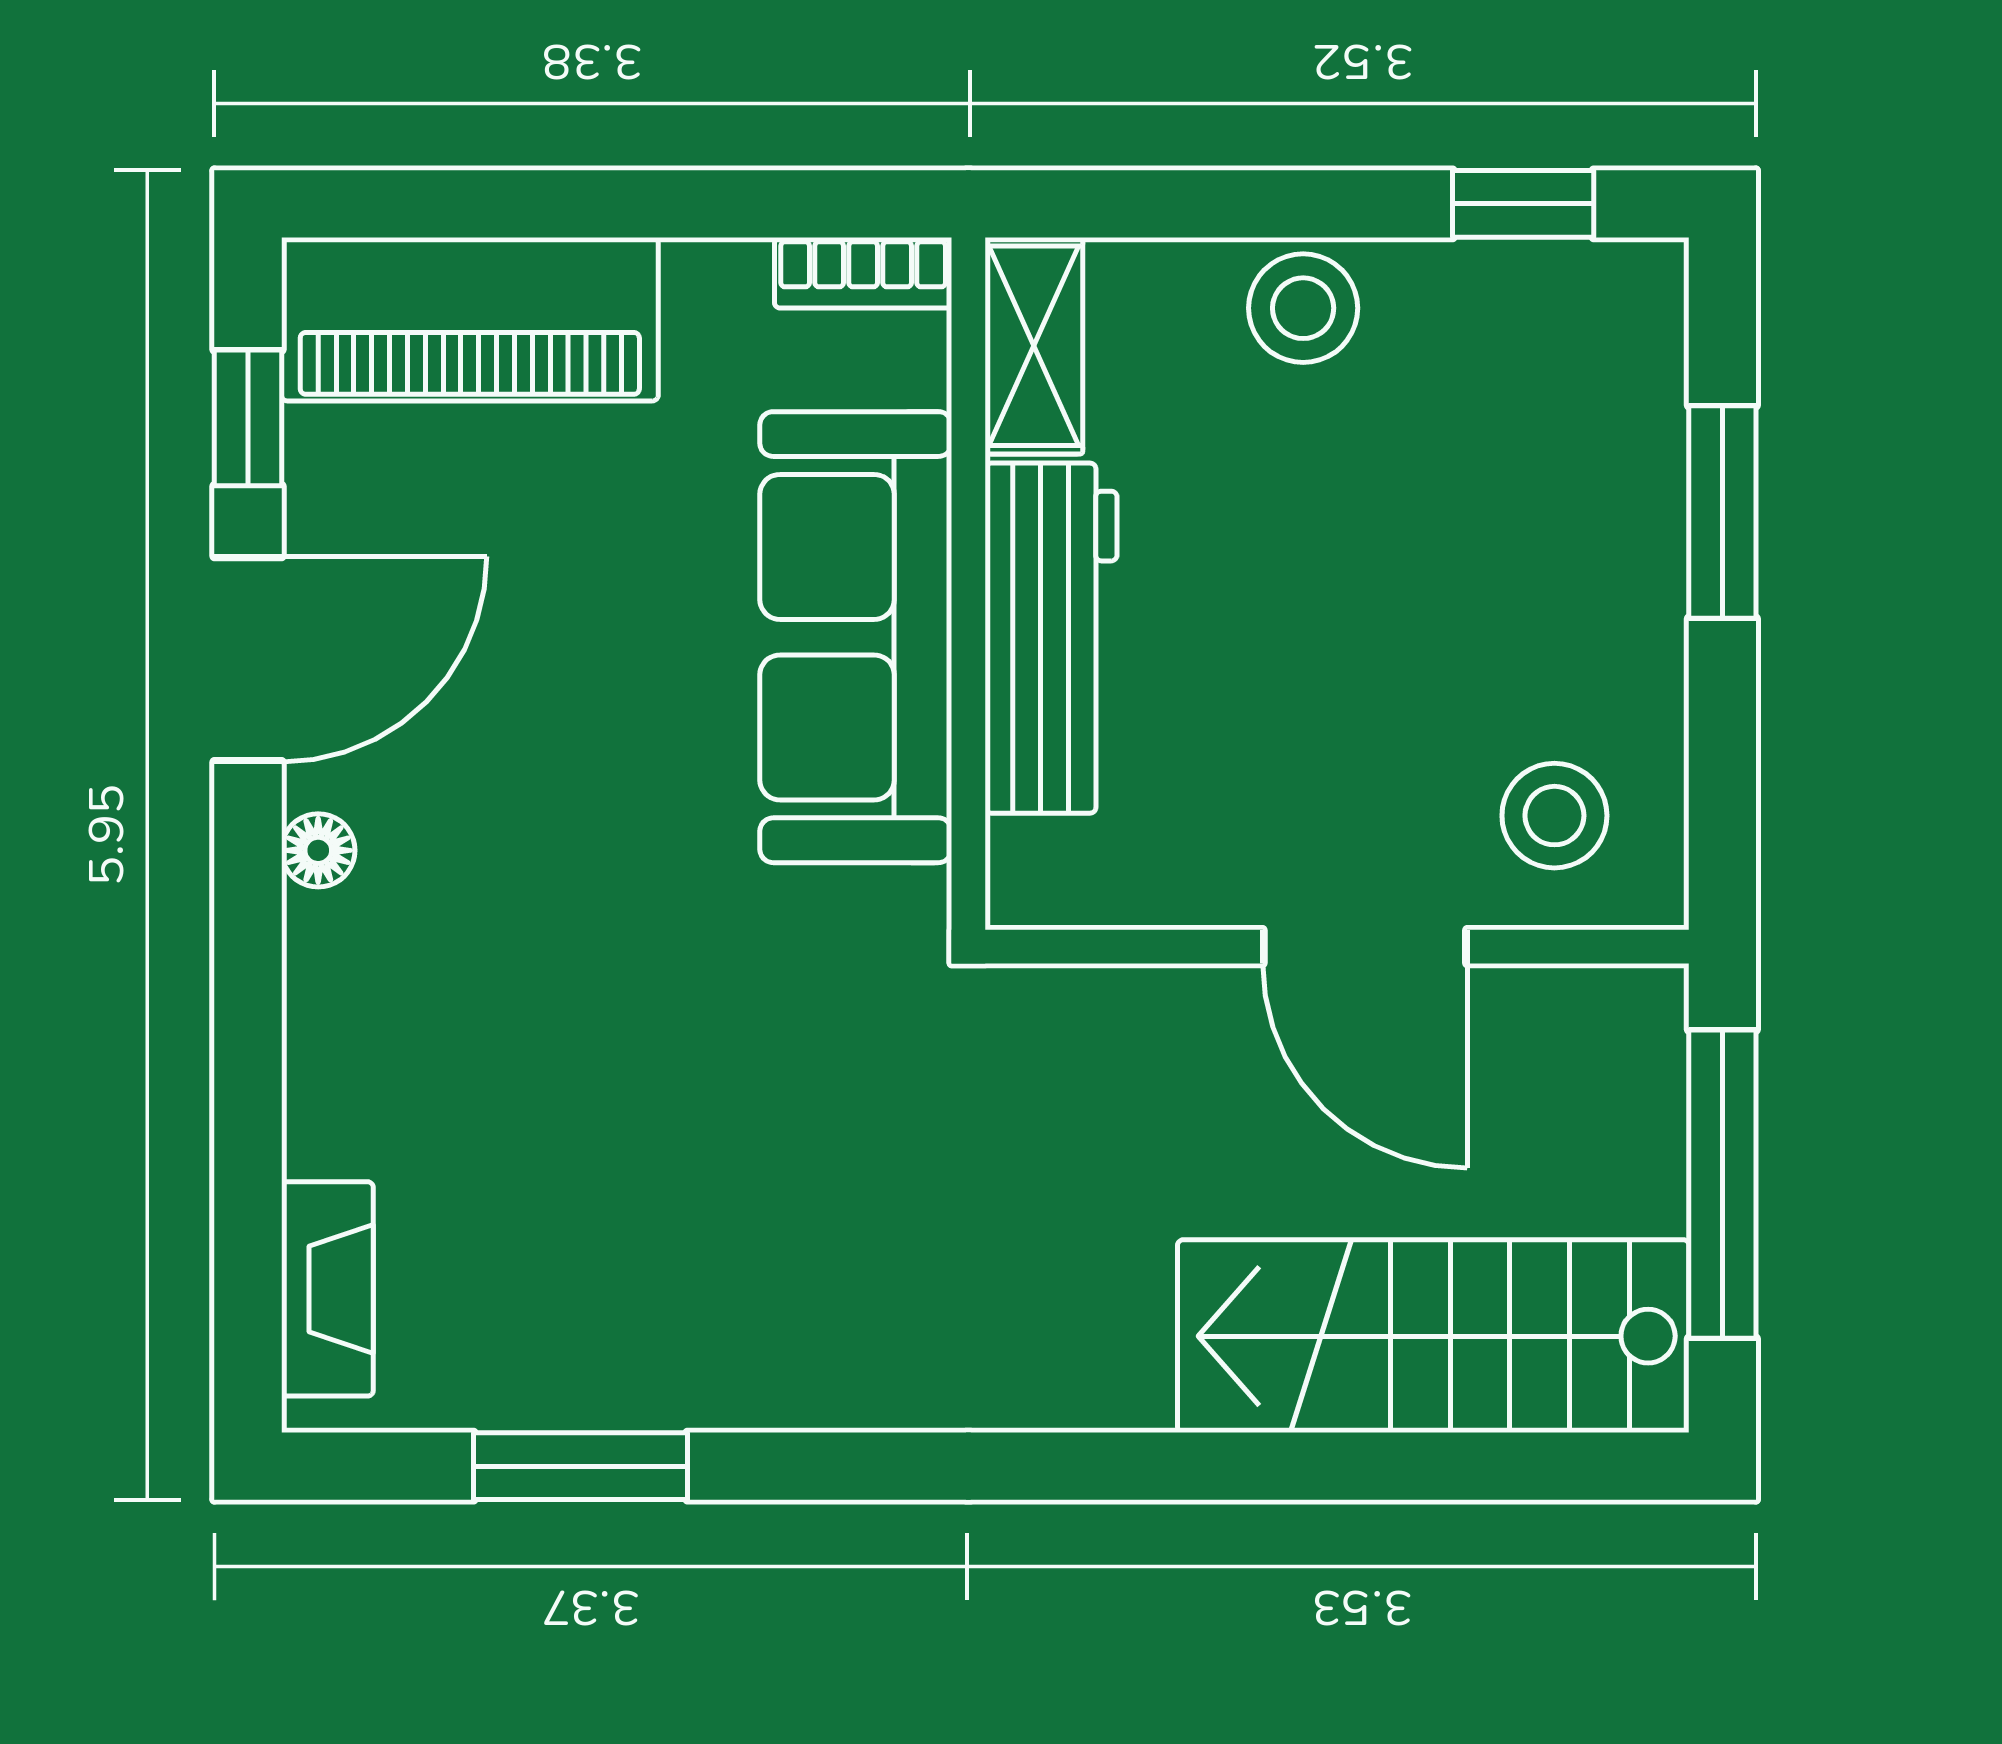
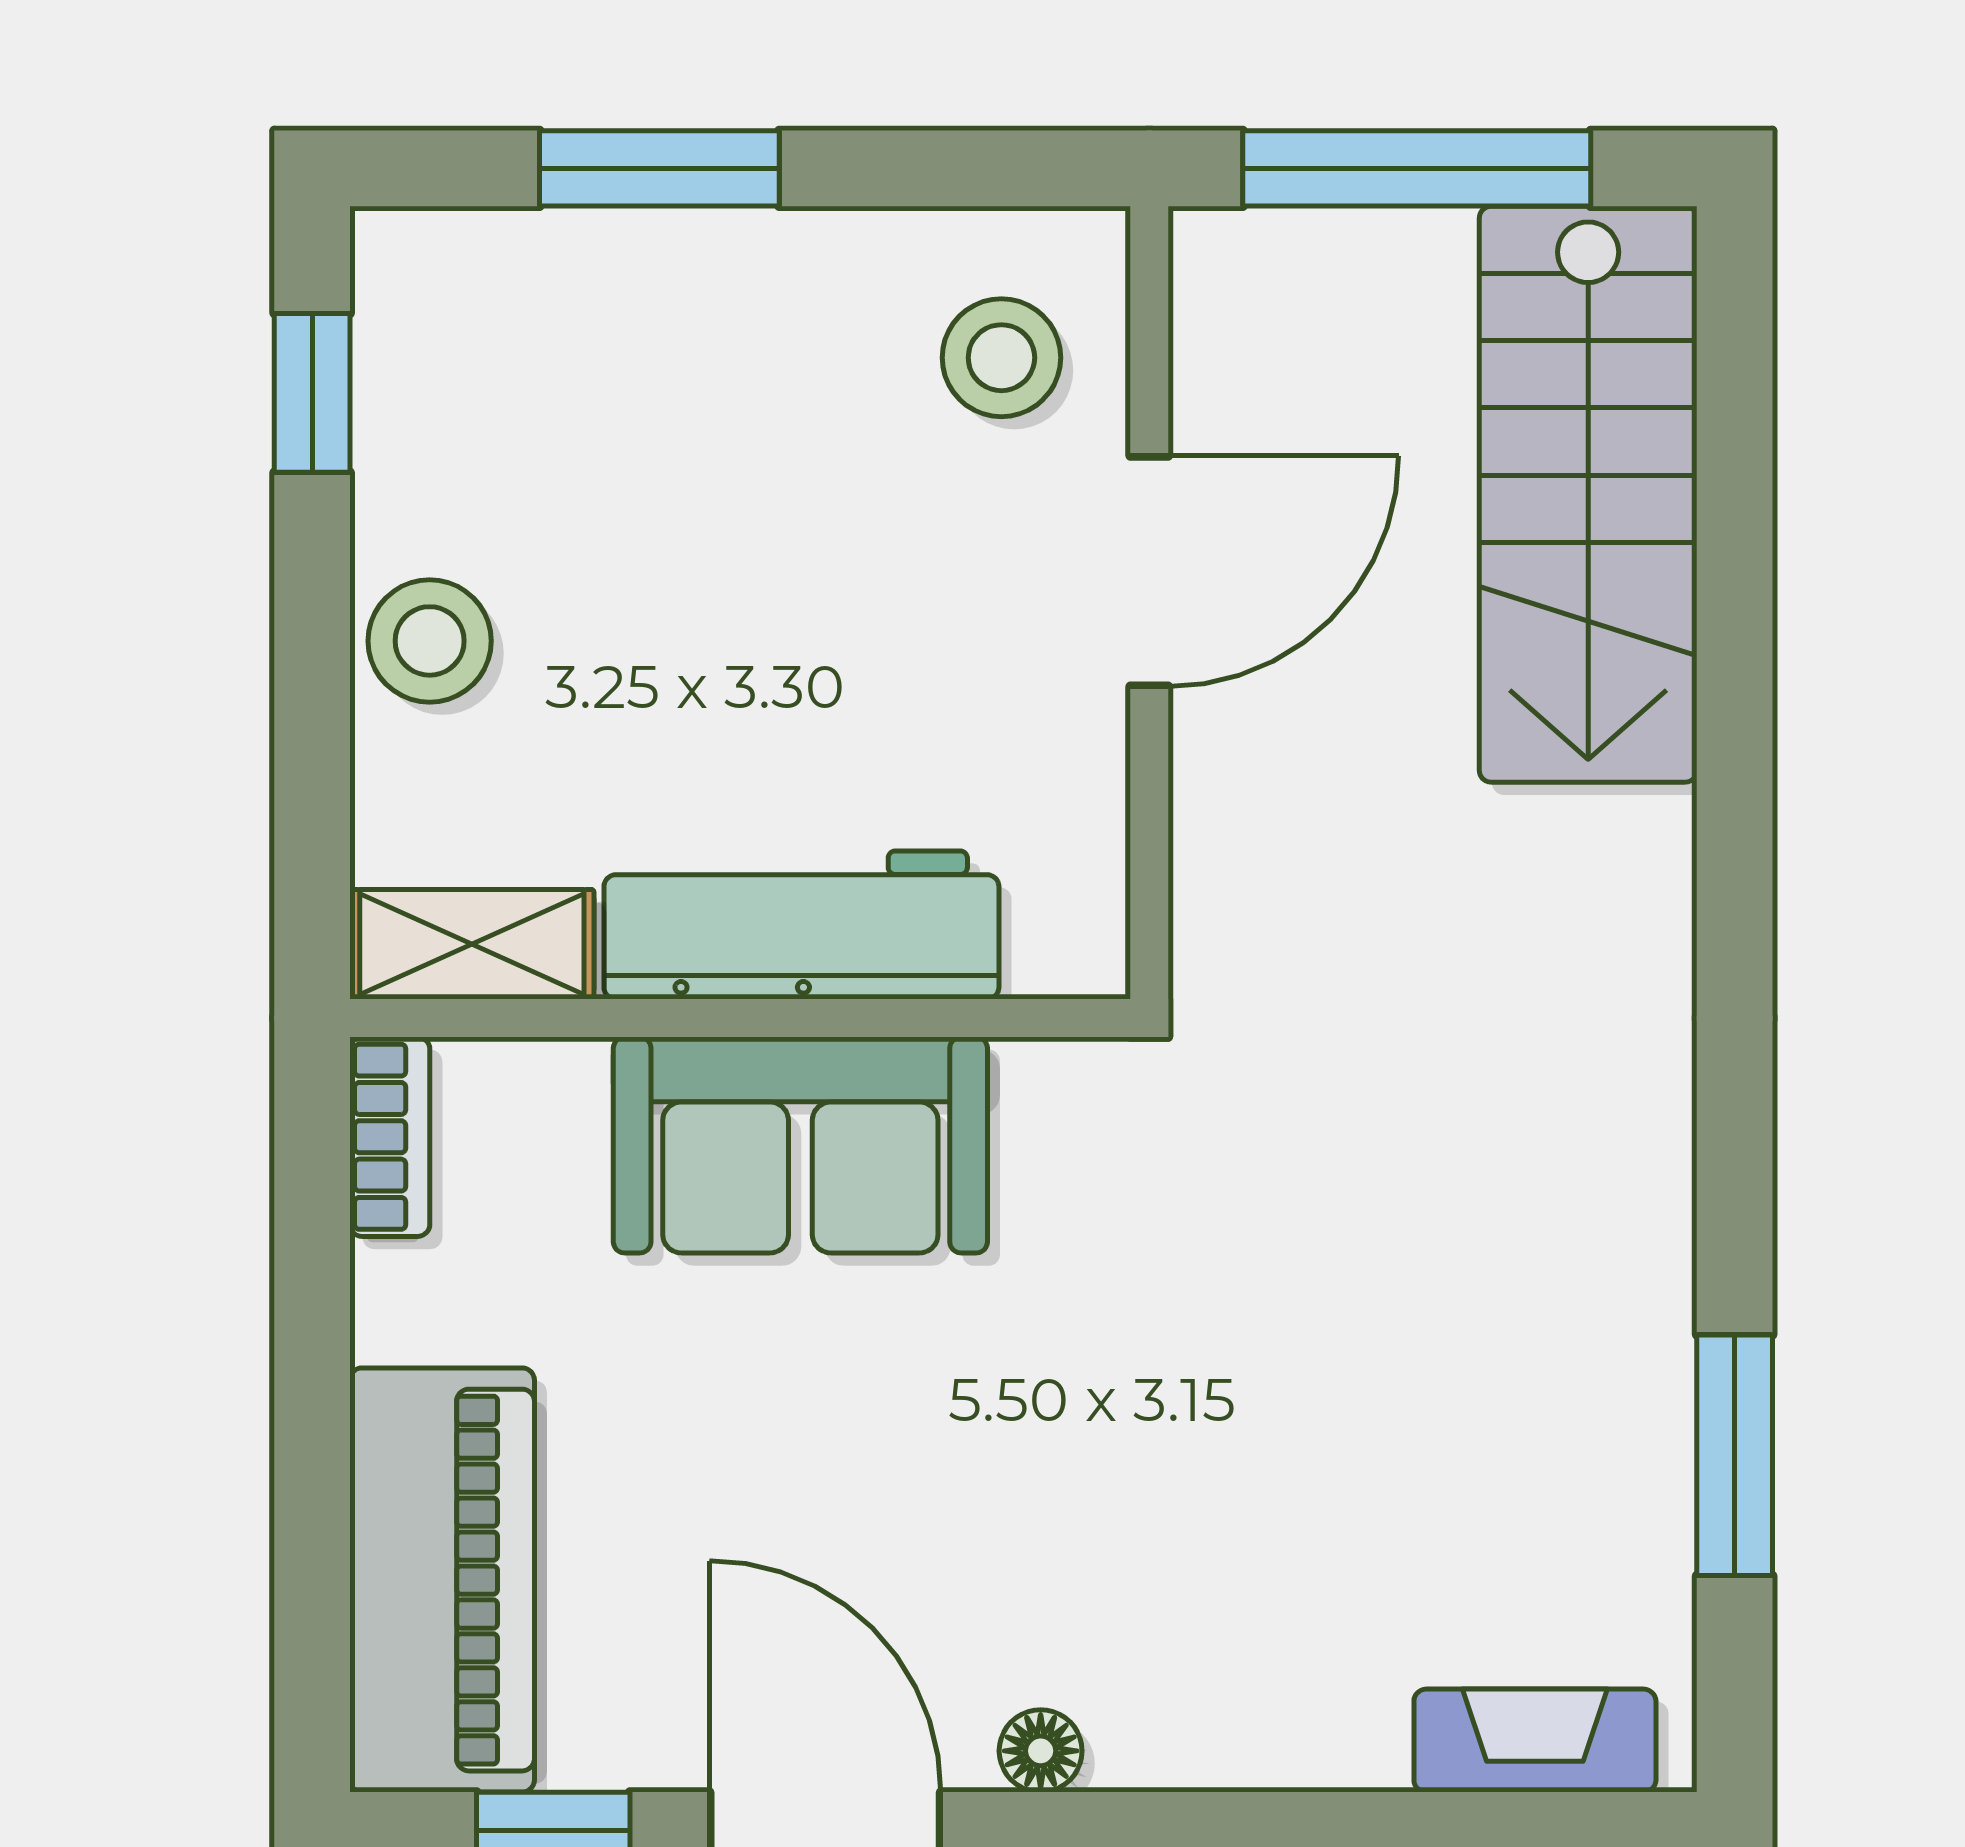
sofa: (856, 637) -> (800, 1145), width x0.73

